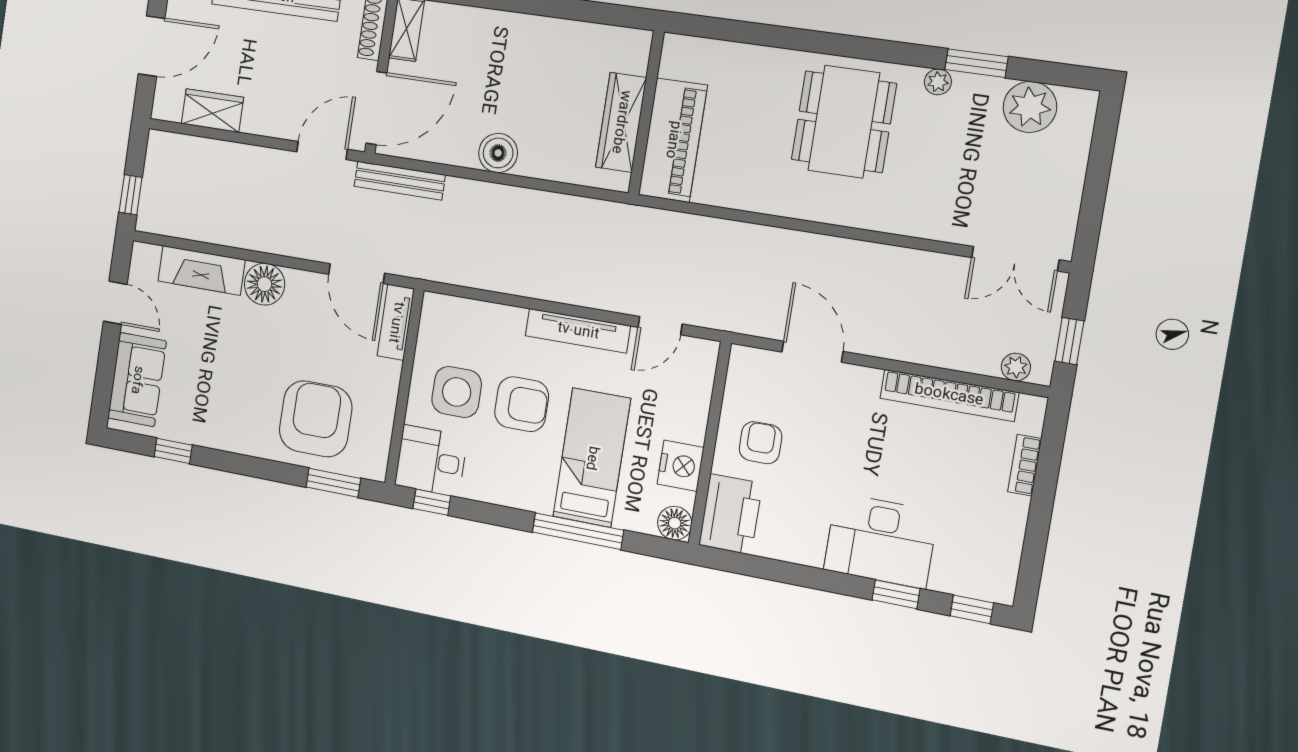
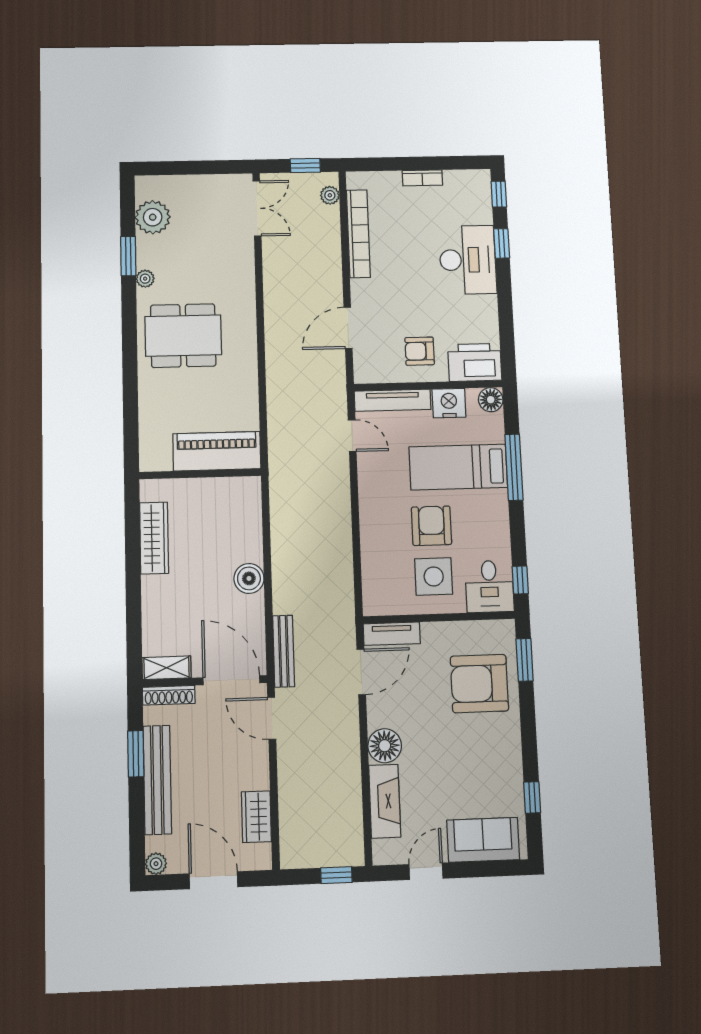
wardrobe: (621, 122) -> (154, 538), moved, turned -90
tv unit: (578, 331) -> (393, 400), moved, turned 90
bookcase: (1025, 465) -> (422, 178), moved

